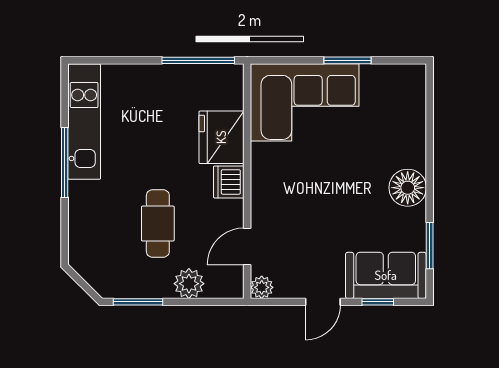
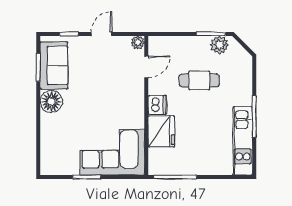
cafe table: (158, 224) -> (199, 80), turned 90
sofa: (386, 275) -> (54, 65), moved, turned -90
plant: (189, 284) -> (219, 45), moved

